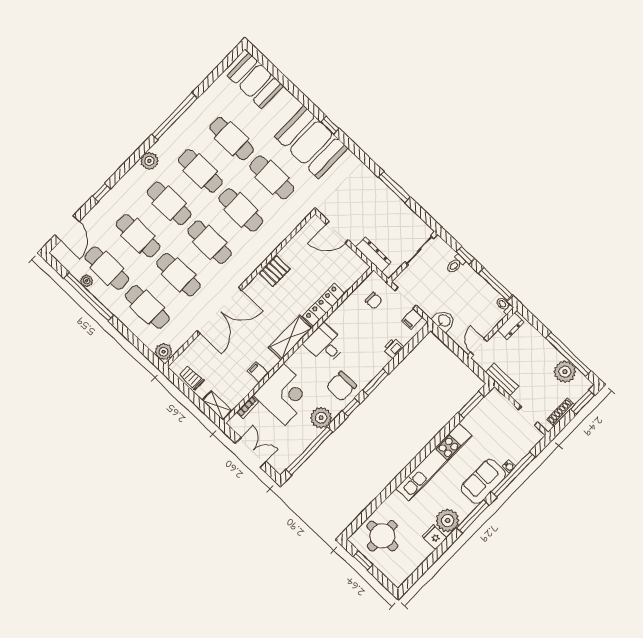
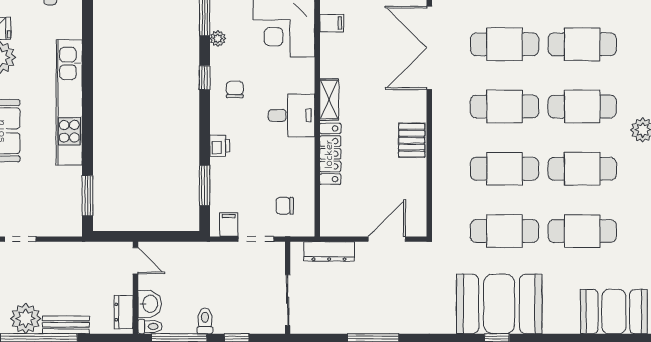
toilet: (456, 264) -> (205, 321), moved
washbasin: (444, 321) -> (150, 304), moved, turned -90
shelving: (290, 338) -> (329, 99), width x0.67, depth x0.75
printer: (393, 348) -> (220, 146), moved
bench: (502, 379) -> (66, 325), moved
window: (375, 382) -> (205, 185), moved
chair: (341, 386) -> (235, 90), width x0.54, depth x0.54
plant: (321, 418) -> (218, 39), width x0.53, depth x0.53

